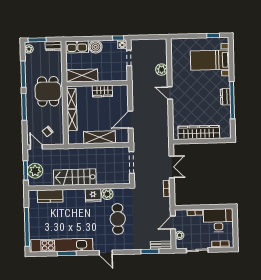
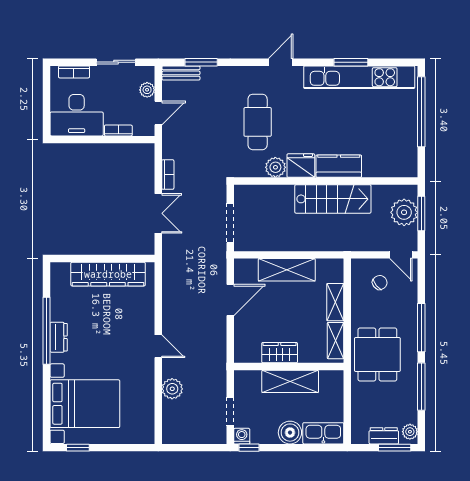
dresser: (53, 46) -> (384, 436), moved
bed with nightstands: (210, 60) -> (85, 404), width x1.36
shelving: (82, 76) -> (290, 381), moved
double door: (172, 167) -> (158, 213), swing flipped
kitchen counter: (50, 196) -> (339, 166), moved
door: (106, 253) -> (281, 62), hinge flipped

